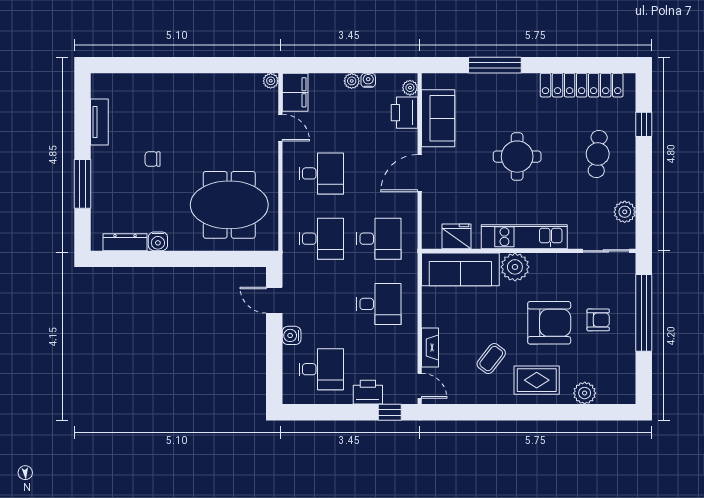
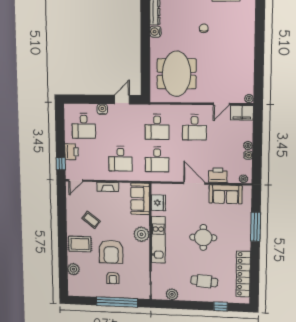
printer: (405, 113) -> (218, 175), moved
sofa: (460, 269) -> (140, 199), width x0.73
fireplace: (430, 347) -> (108, 187), moved
rug: (537, 380) -> (80, 244), turned 90

